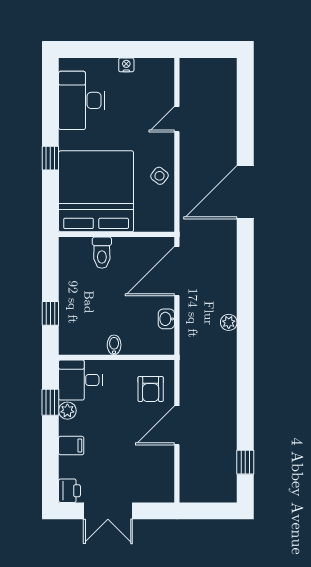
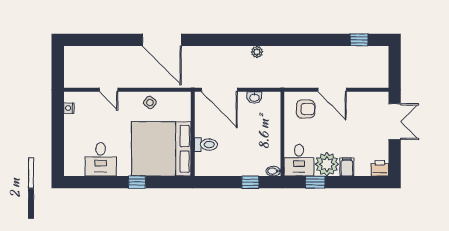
nightstand: (126, 65) -> (69, 108), moved
desk: (82, 100) -> (101, 159), width x0.73
bidet: (114, 345) -> (273, 171), moved
plant: (67, 411) -> (327, 164), width x1.88, depth x1.88
double door: (108, 511) -> (395, 122), moved

